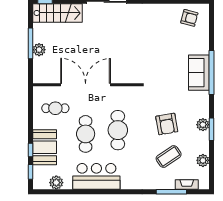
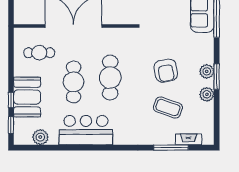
coffee table: (169, 156) -> (168, 108), turned 53
plant: (203, 160) -> (207, 94), moved

